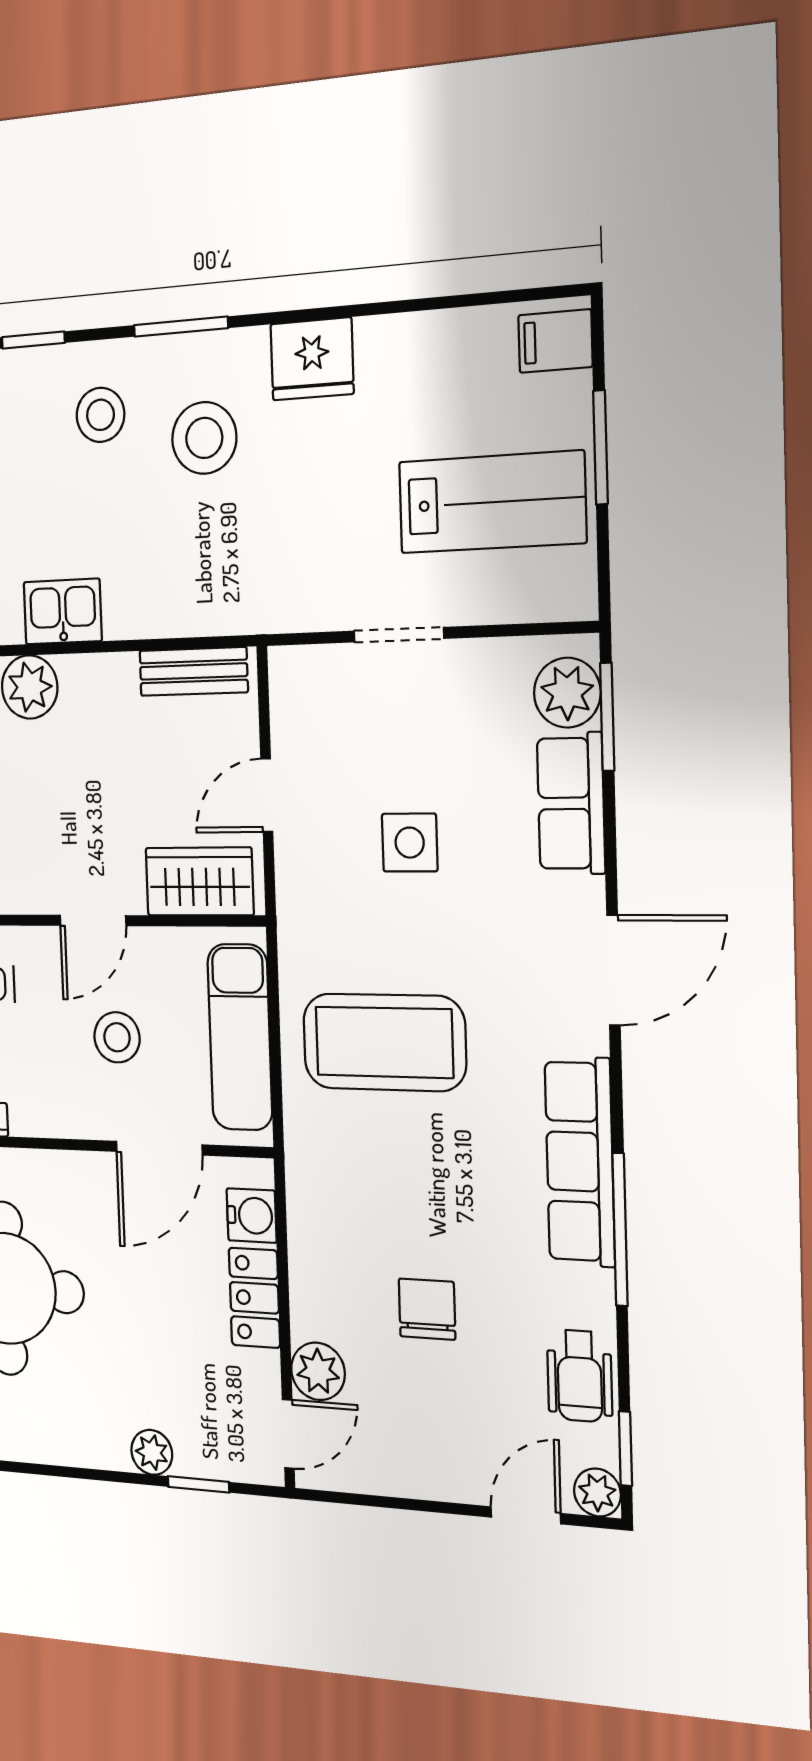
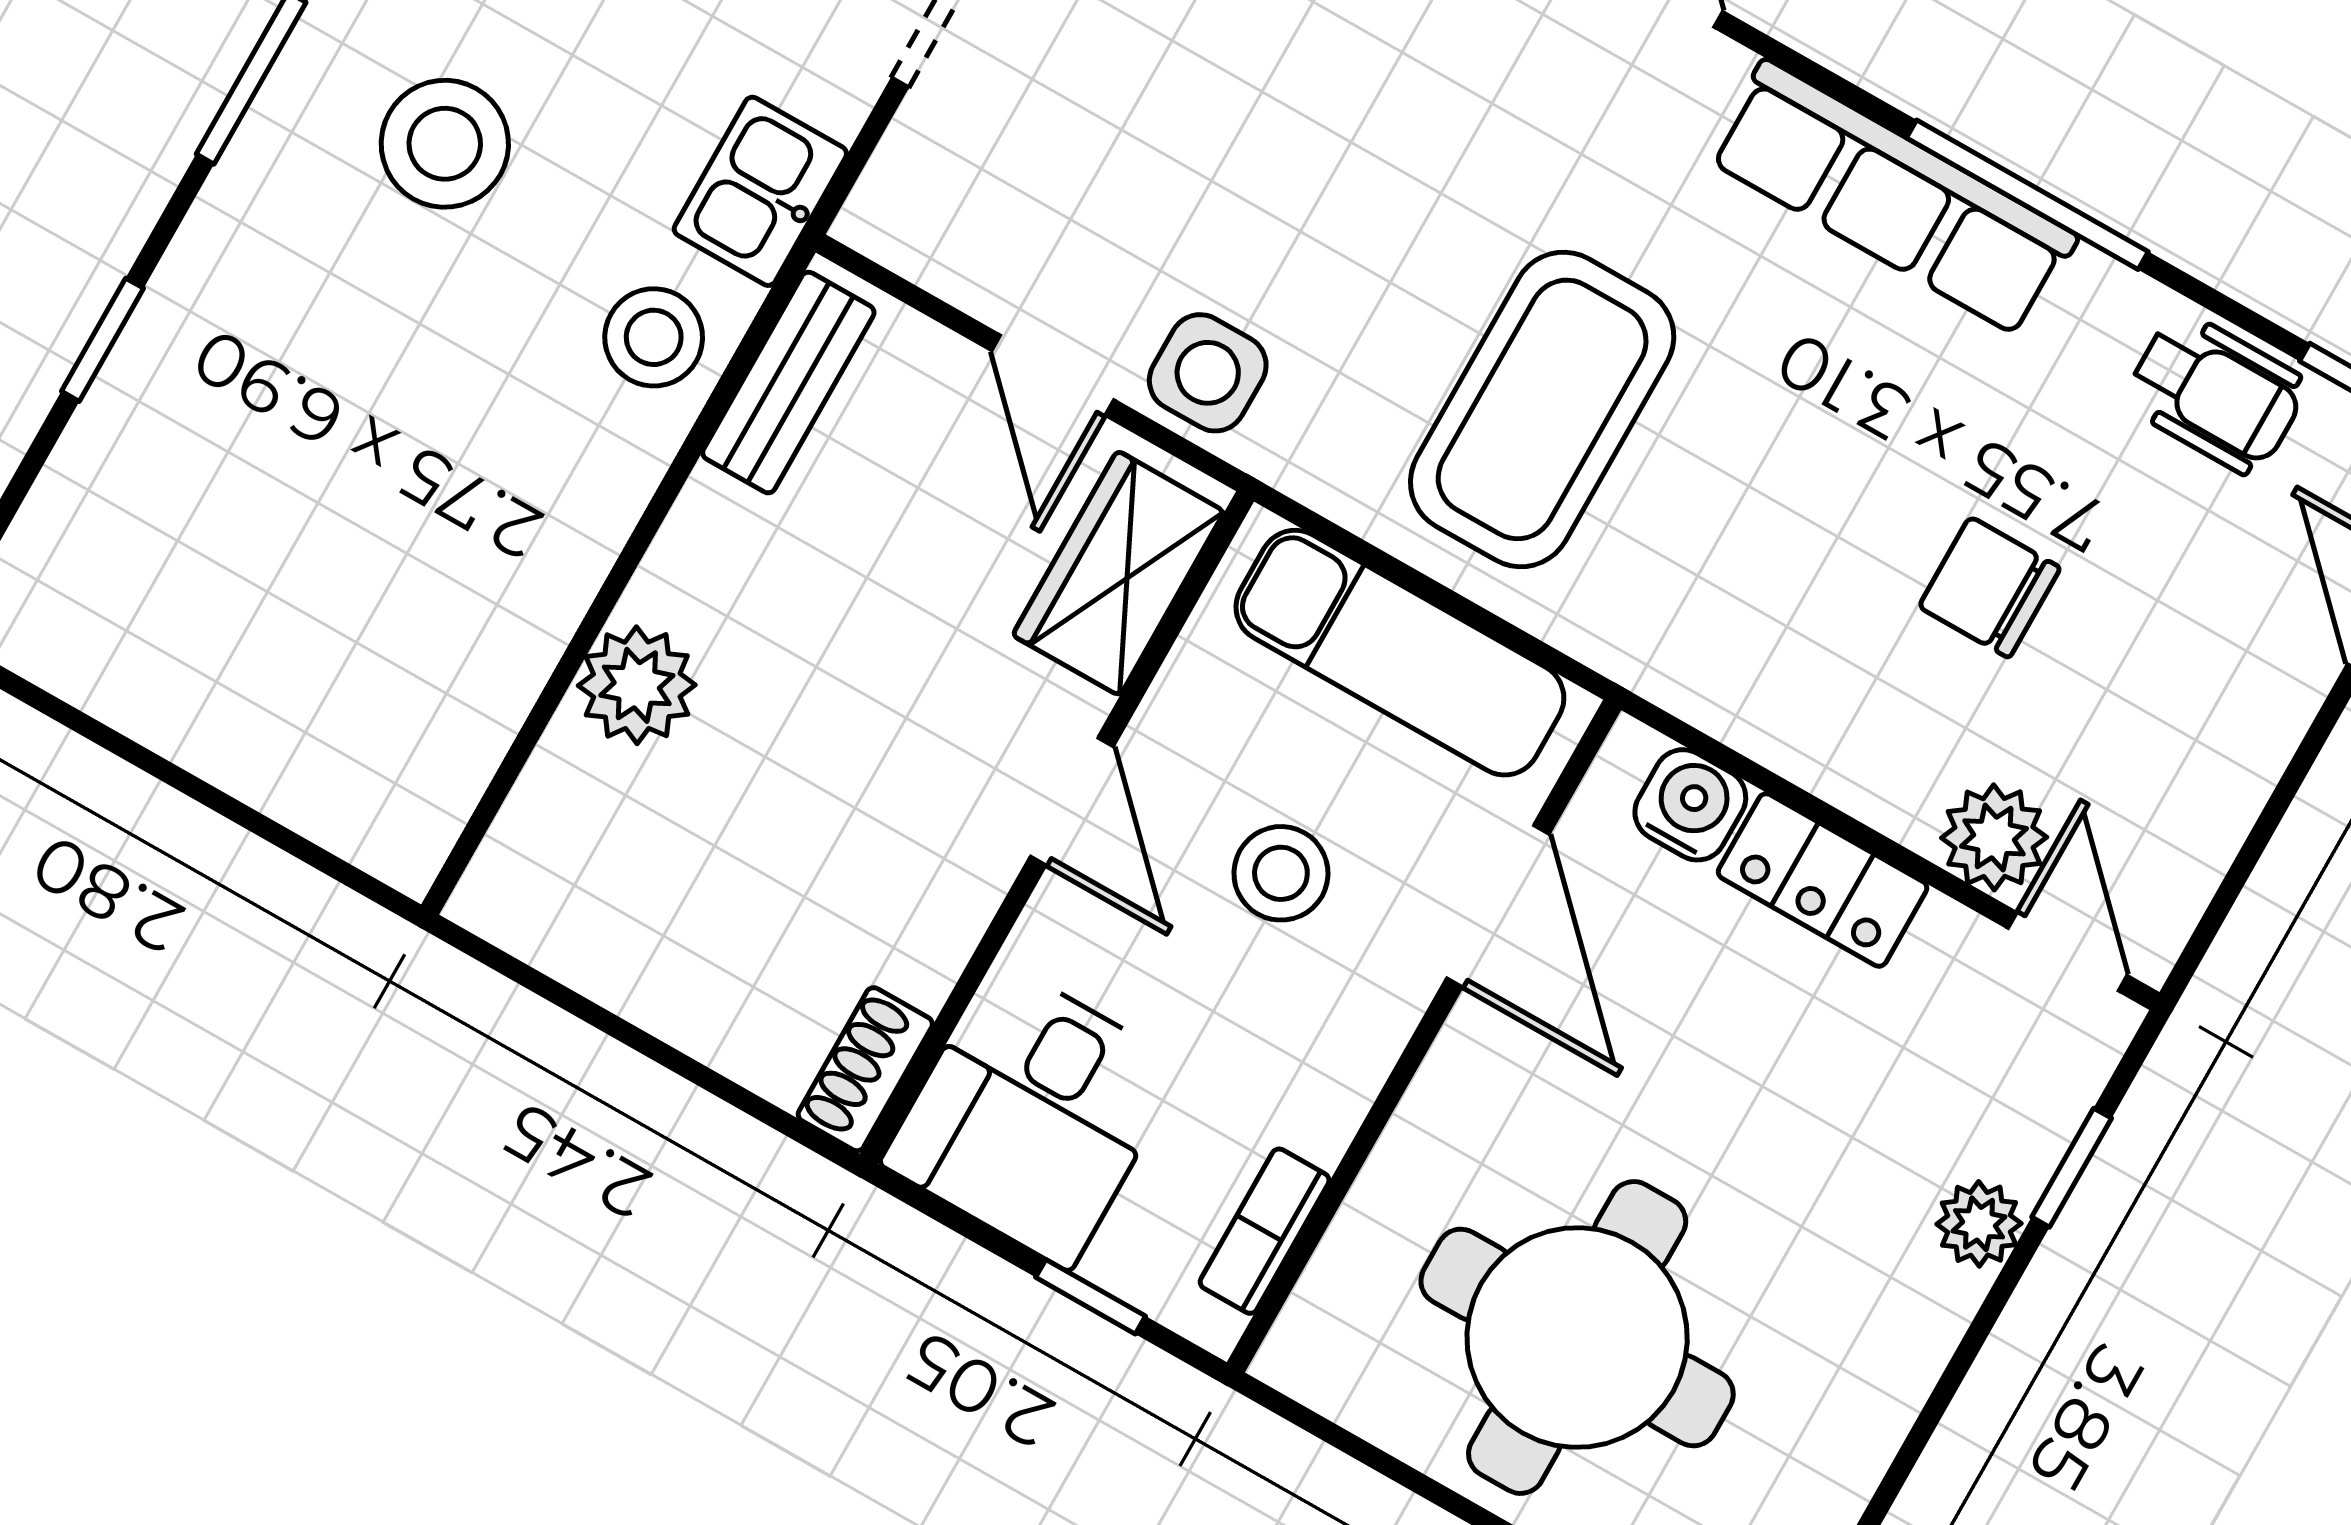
stool: (100, 415) -> (654, 337), moved
kitchen sink: (63, 612) -> (760, 191), moved
side table: (410, 843) -> (1208, 373), moved

